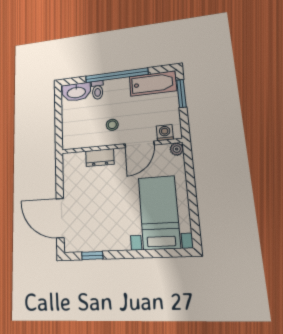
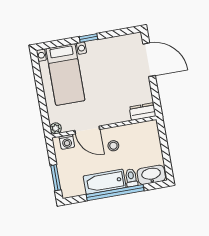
bathtub: (153, 84) -> (105, 182), moved
door: (140, 144) -> (87, 130), swing flipped
dresser: (100, 158) -> (143, 112), moved
window: (92, 256) -> (88, 38), moved

